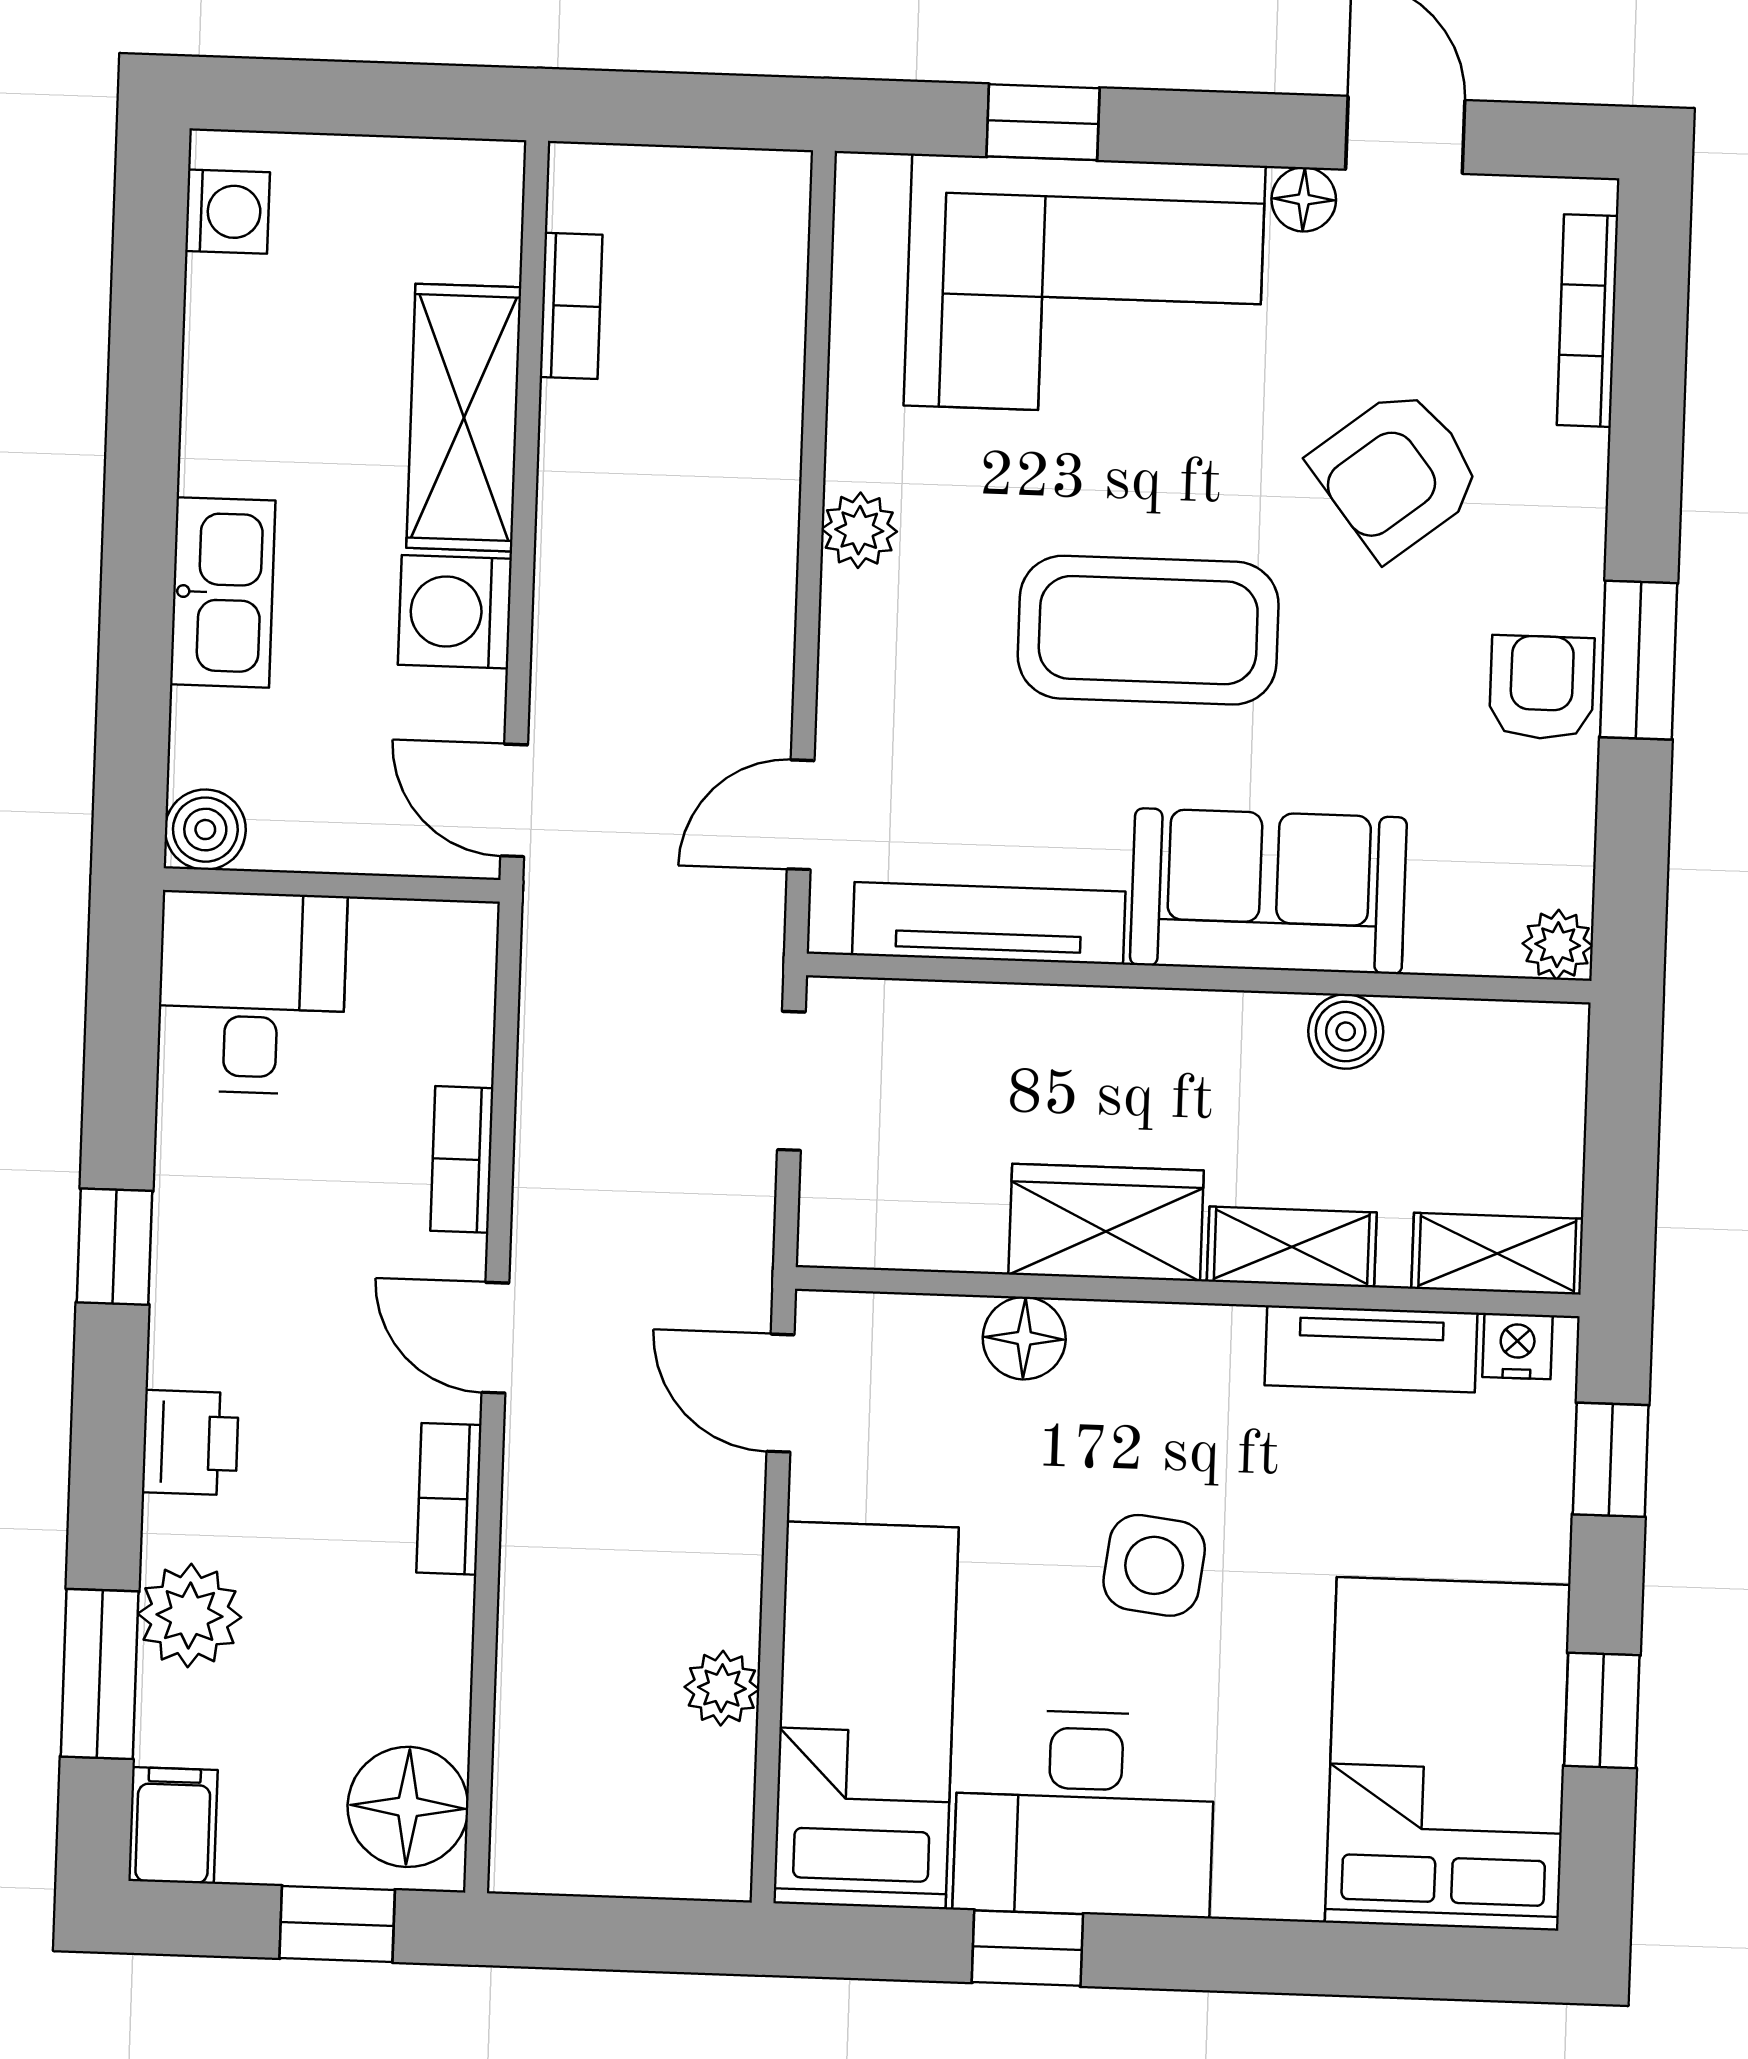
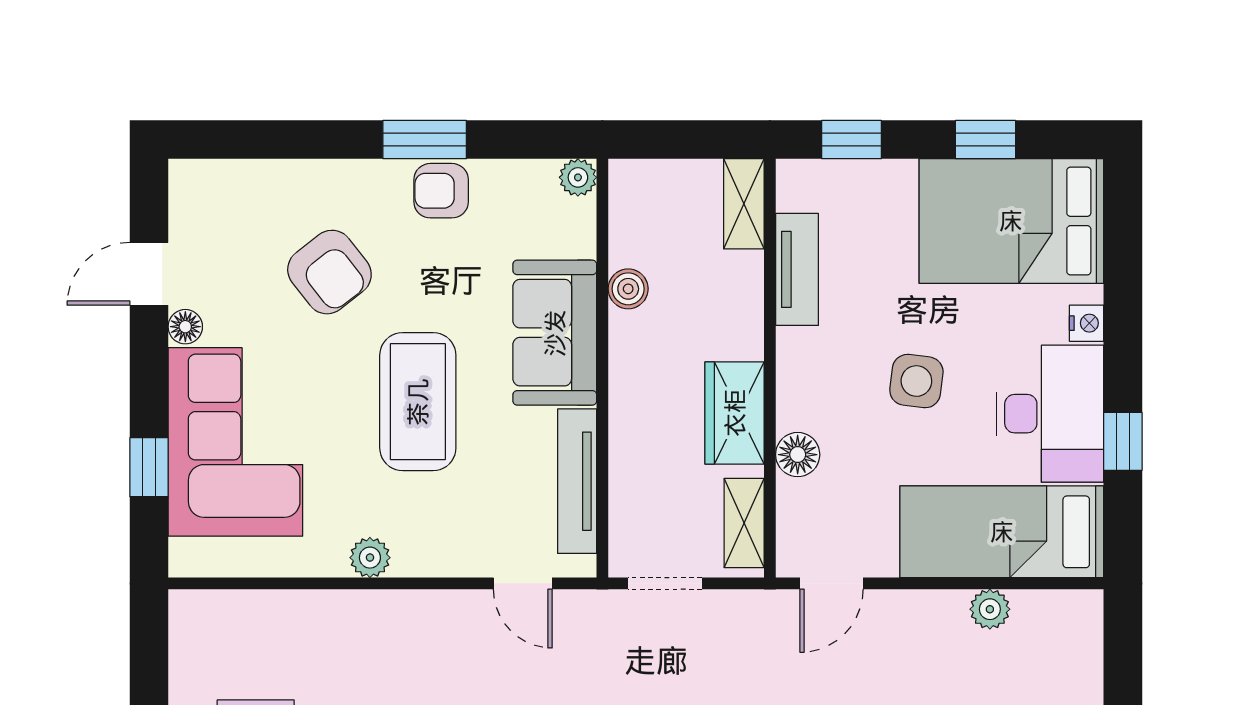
bookcase: (1588, 321) -> (245, 173), removed
shelving: (1292, 1247) -> (744, 523), moved
nightstand: (1517, 1346) -> (1087, 323), moved, turned 180

